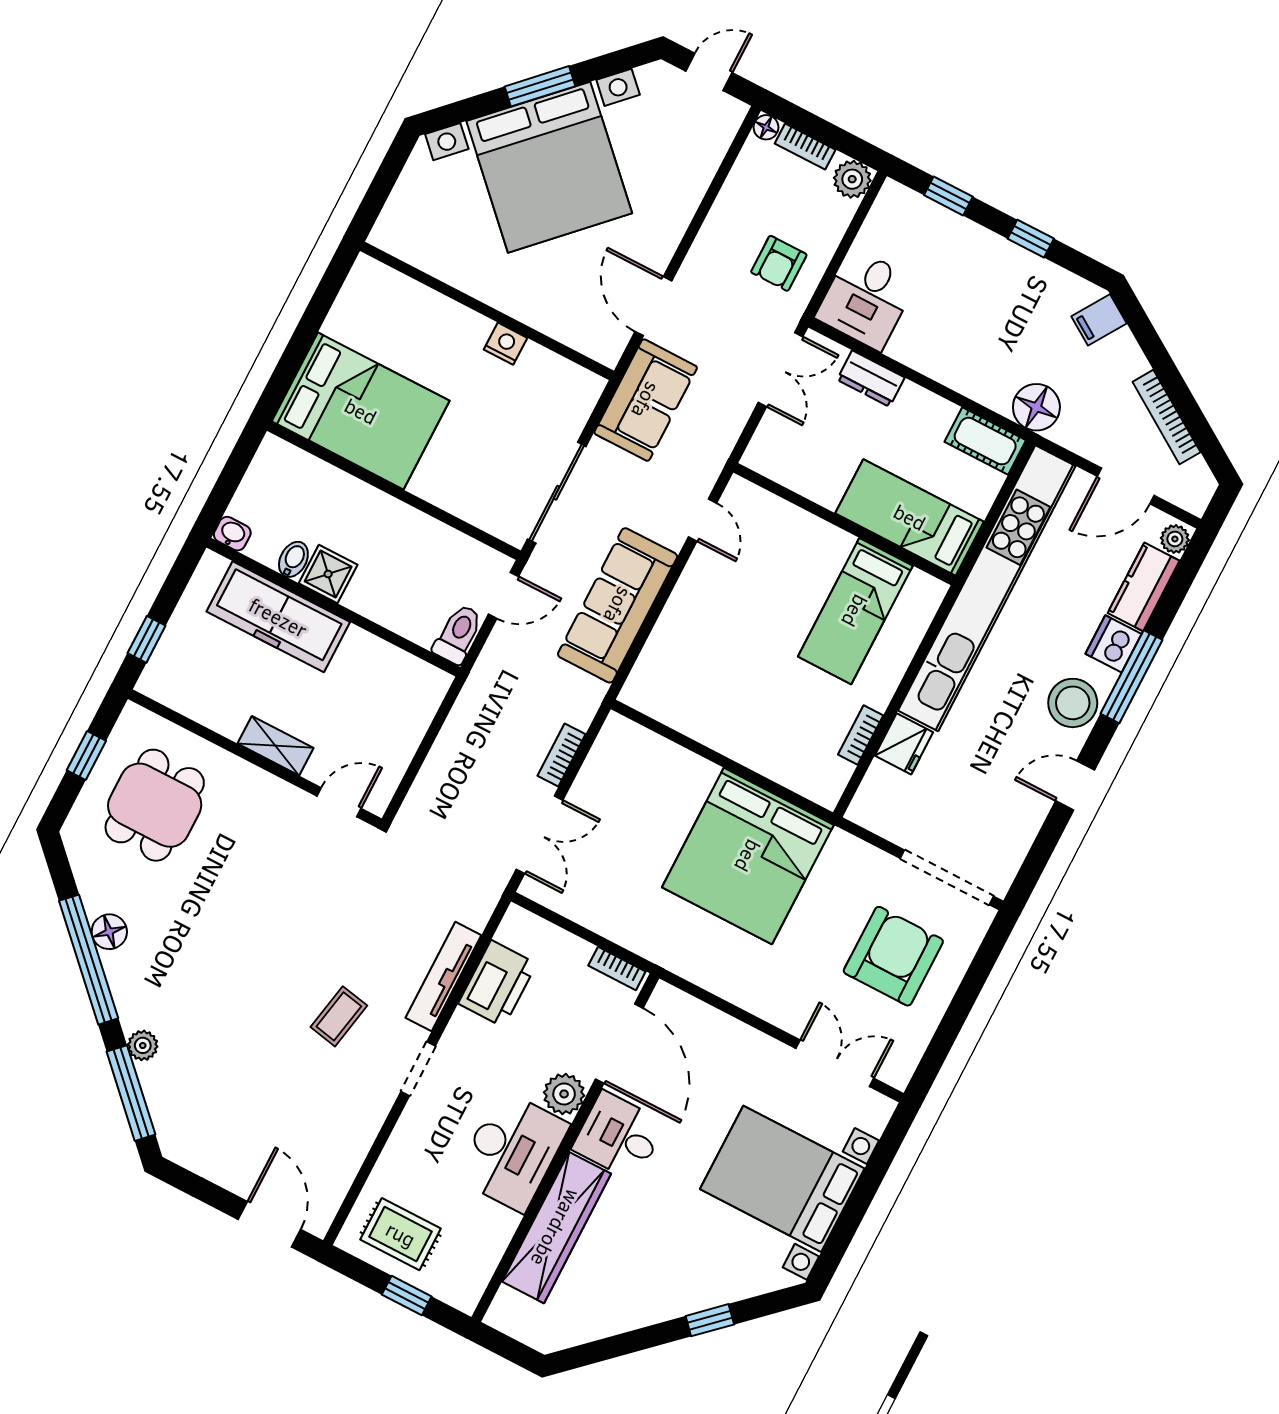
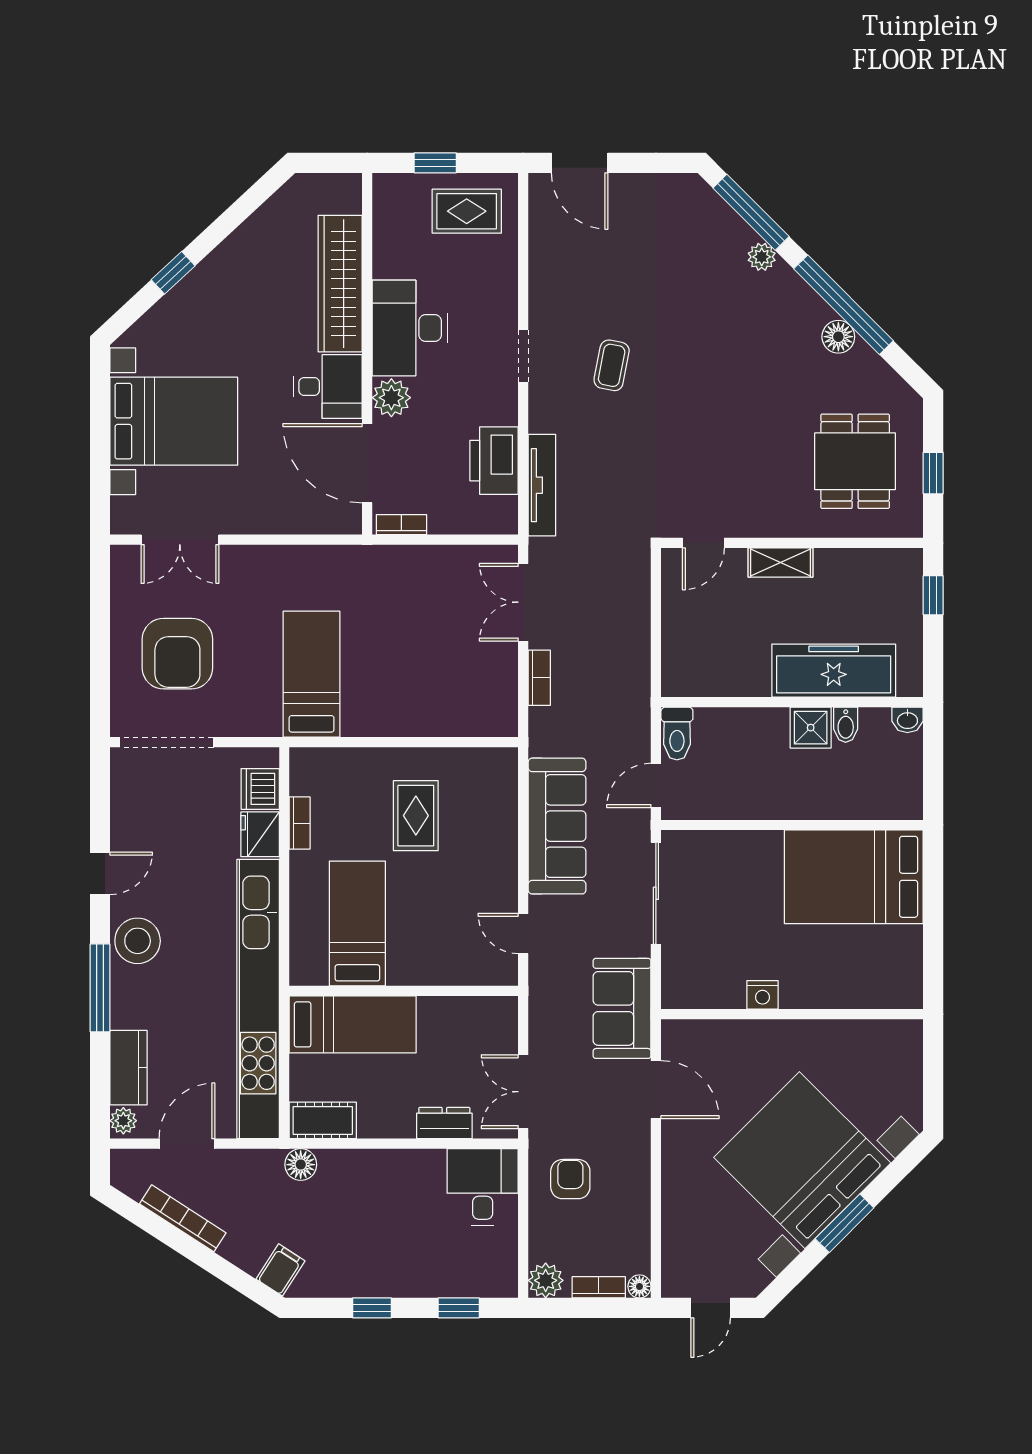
floor lamp: (1036, 407) -> (301, 1165), width x0.73, depth x0.73
dishwasher: (1114, 644) -> (260, 789), moved, turned 180
rug: (747, 685) -> (416, 816), added
bed: (748, 856) -> (312, 674), width x0.49
tv unit: (443, 976) -> (542, 485), moved

